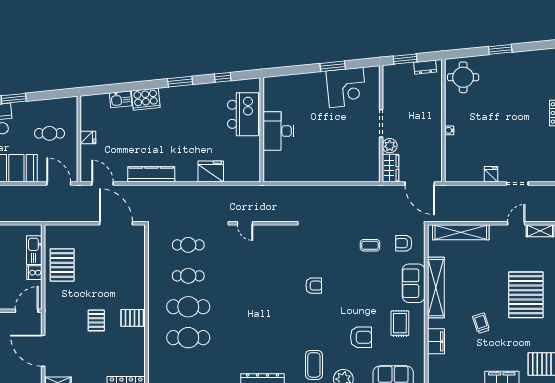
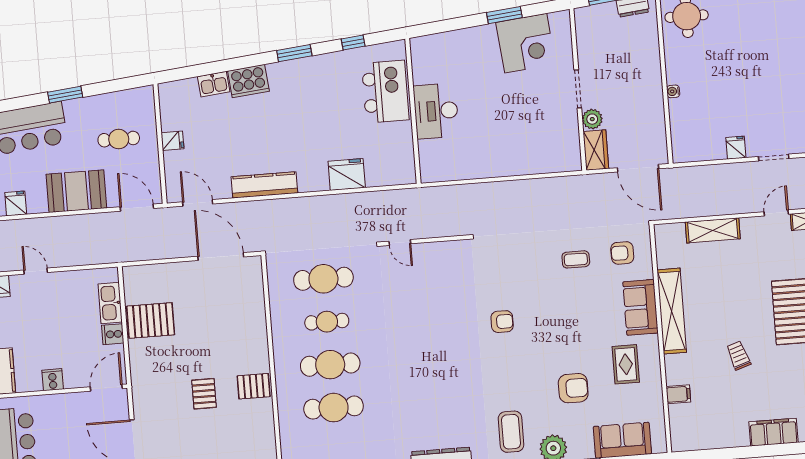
shelving: (461, 232) -> (713, 230), width x0.68
cafe table: (188, 245) -> (323, 279), width x1.37, depth x1.35
pallet: (62, 265) -> (151, 320), turned 90
filing cabinet: (436, 341) -> (678, 394), width x0.50

